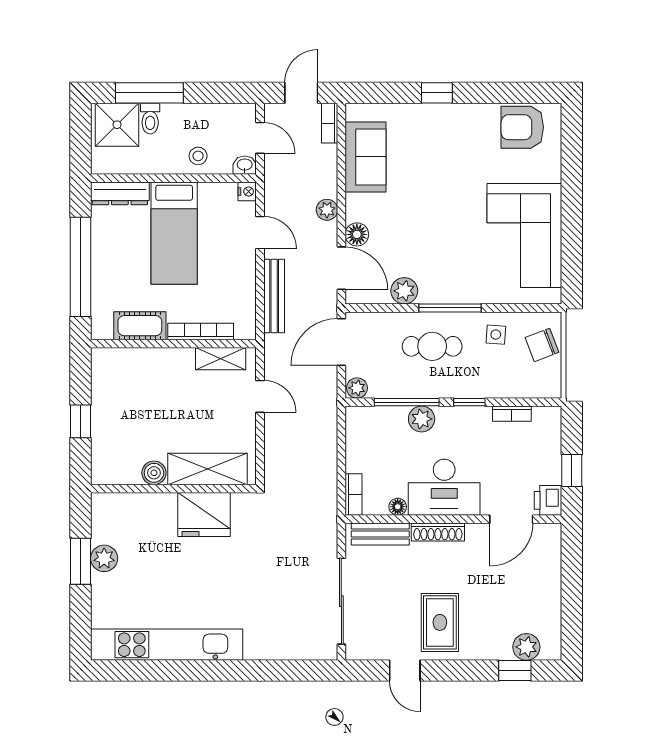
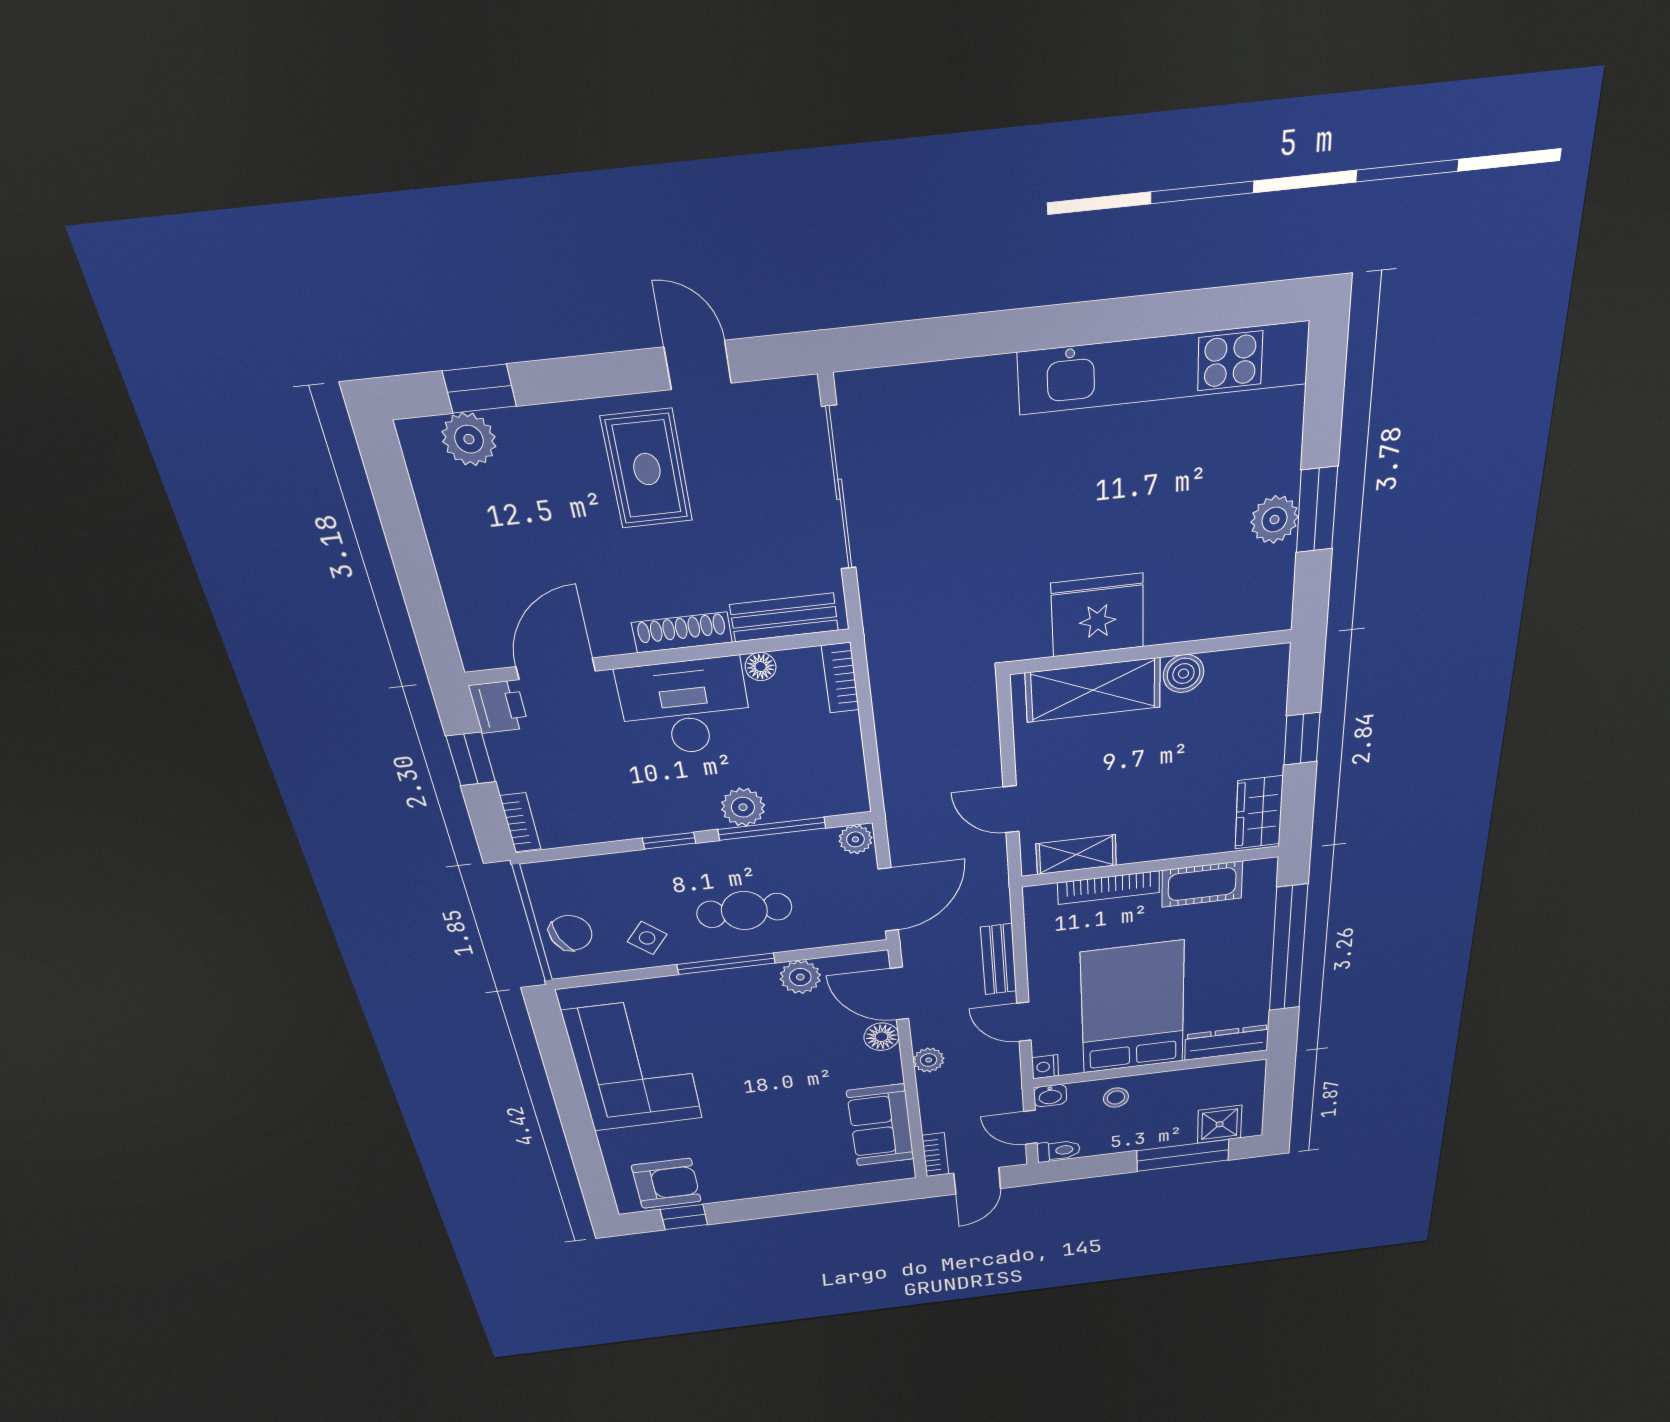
window: (437, 93) -> (684, 1217), moved
toilet: (150, 119) -> (1058, 1151), moved, turned 90
shower: (117, 125) -> (1220, 1124), width x0.73, depth x0.73
bed: (174, 233) -> (1133, 1008), width x1.50
bench: (274, 296) -> (999, 959), width x0.73
side table: (496, 335) -> (647, 938), turned 36
wardrobe: (105, 374) -> (1259, 812), added
bookcase: (512, 414) -> (520, 823), moved, turned 90

